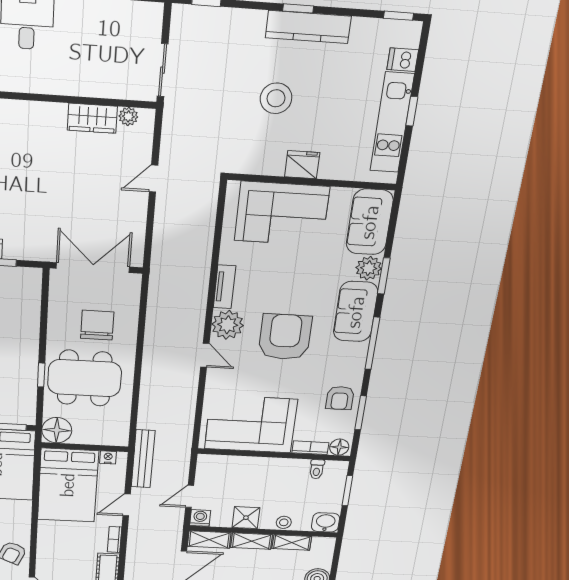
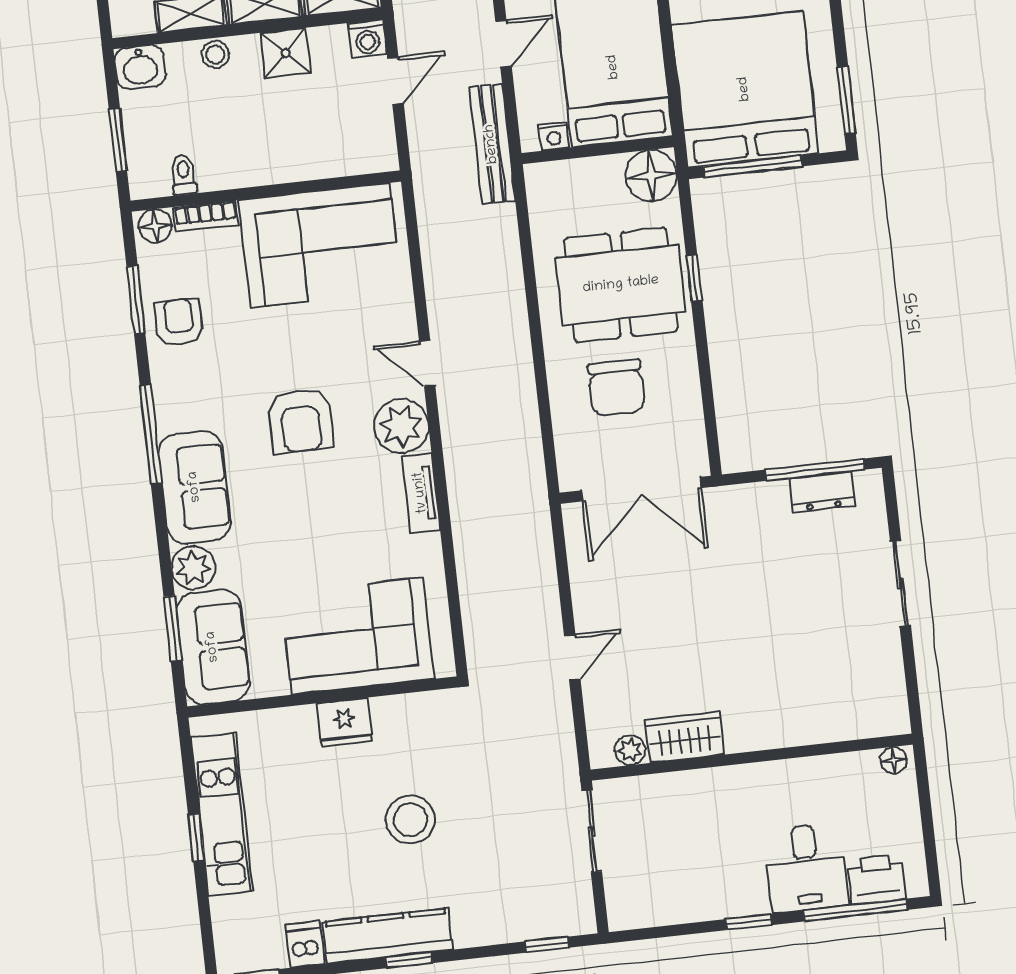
dishwasher: (403, 60) -> (305, 944), moved, turned -90
window: (384, 276) -> (173, 629), moved
armchair: (285, 337) -> (301, 421), width x0.73, depth x0.73

